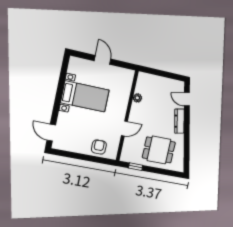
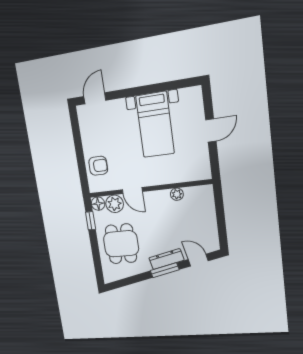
door: (187, 99) -> (198, 260), hinge flipped
window: (187, 125) -> (165, 270), added
plant: (129, 145) -> (115, 204), added
floor lamp: (125, 157) -> (98, 204), added

